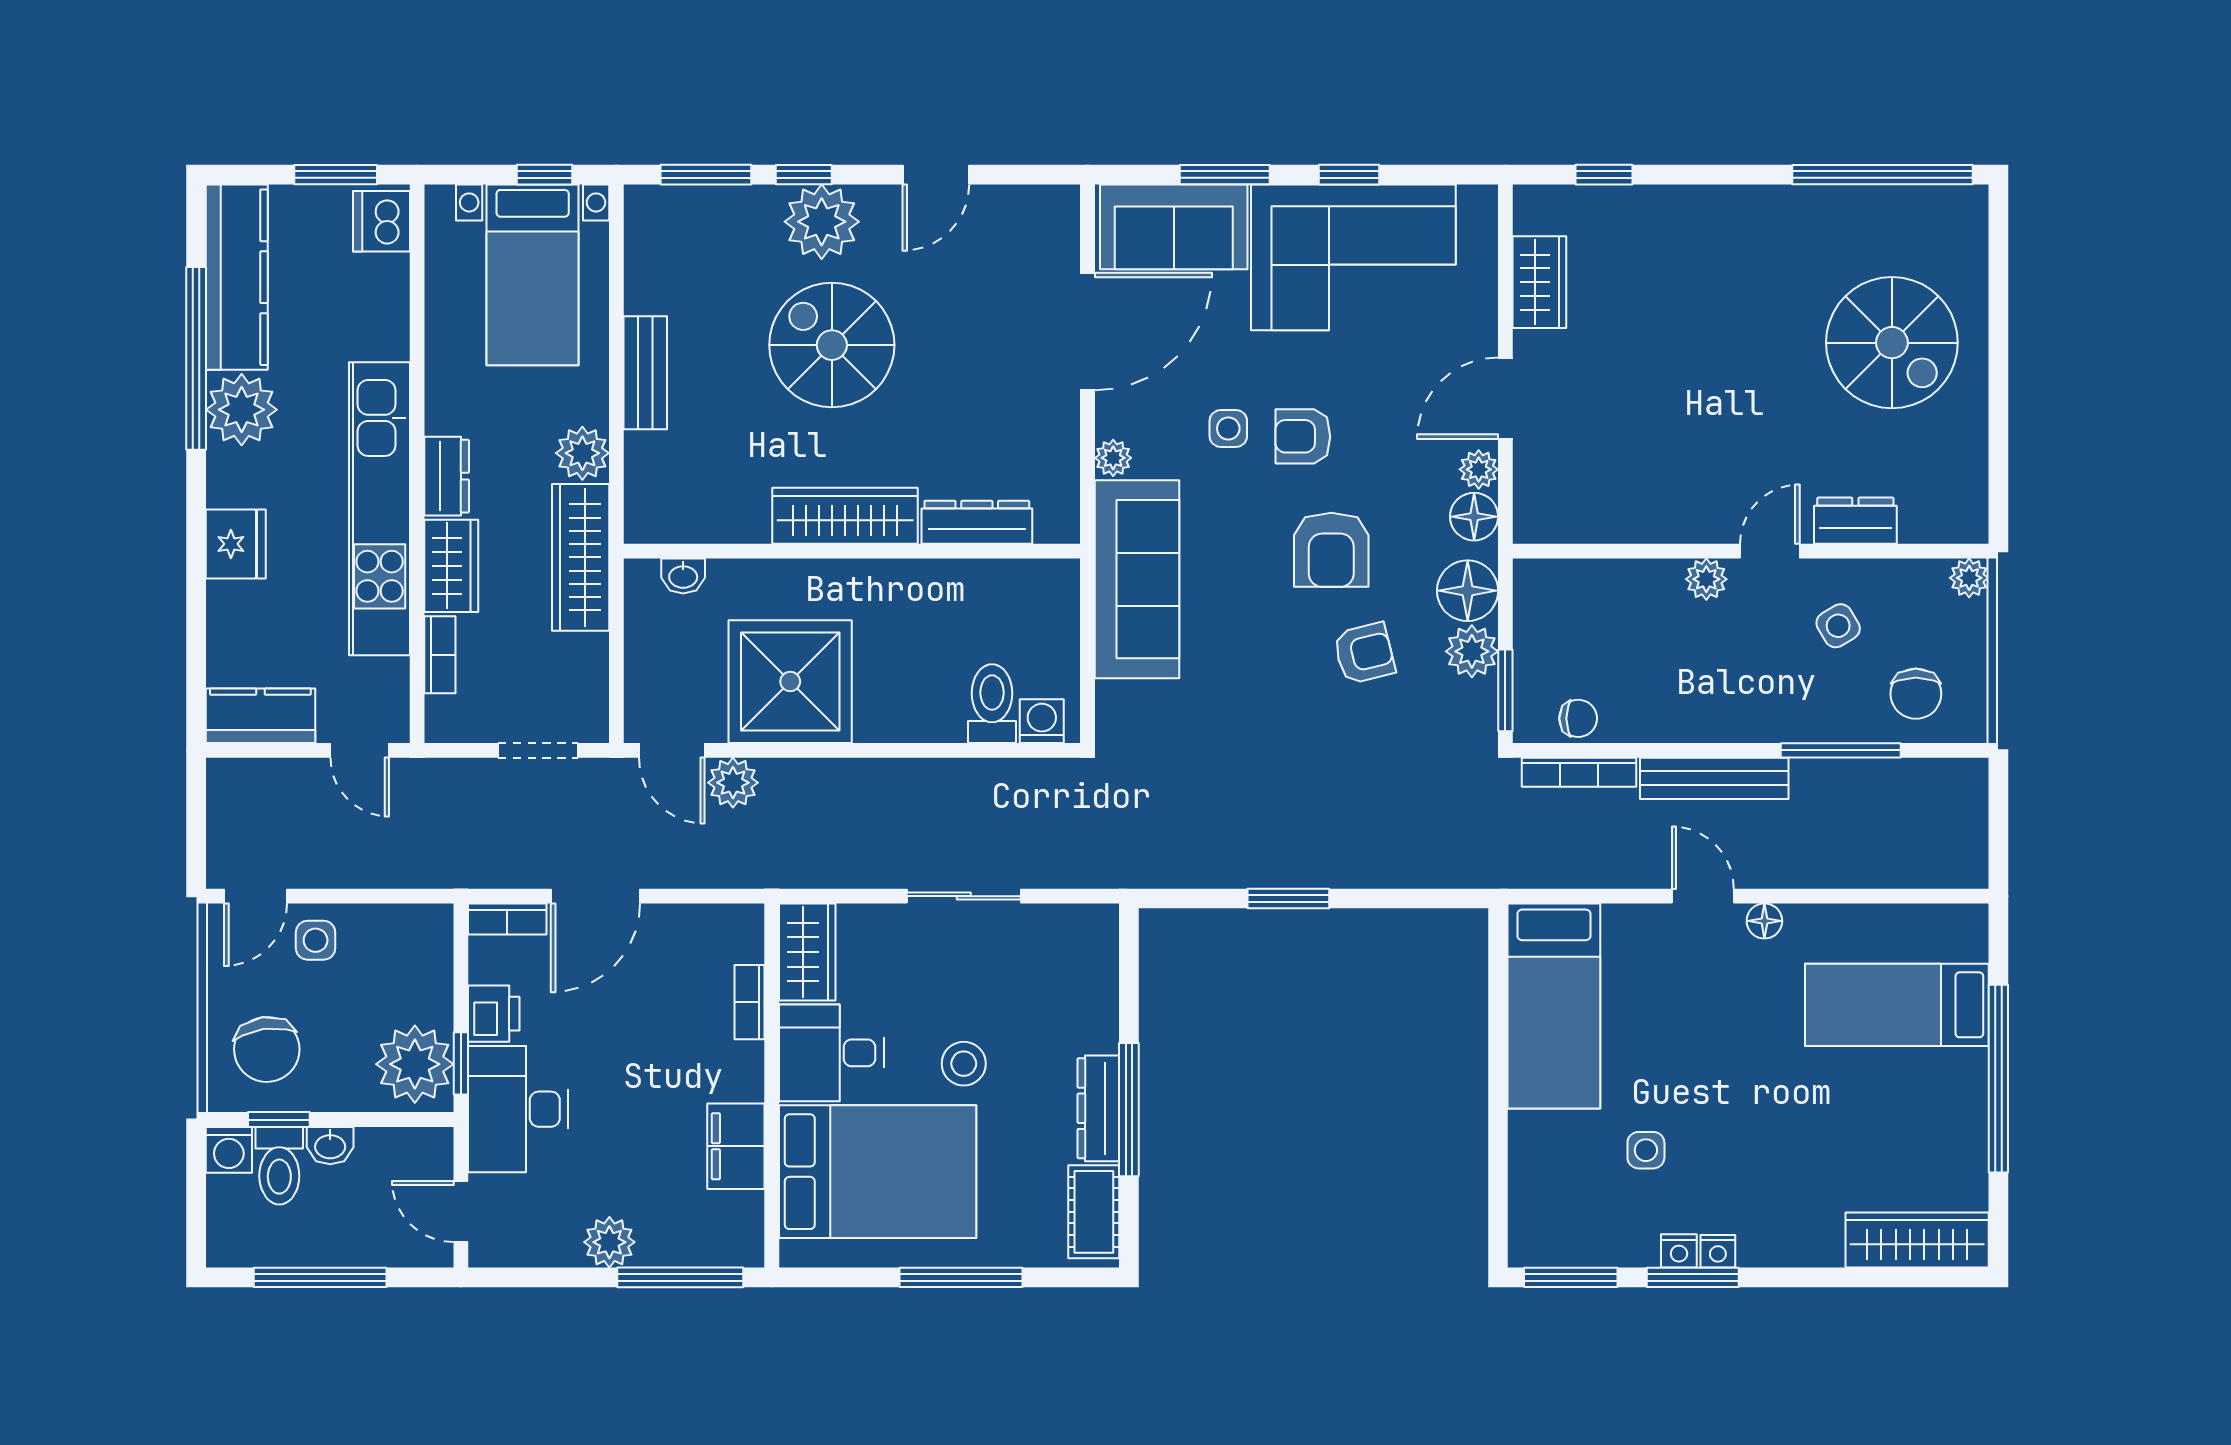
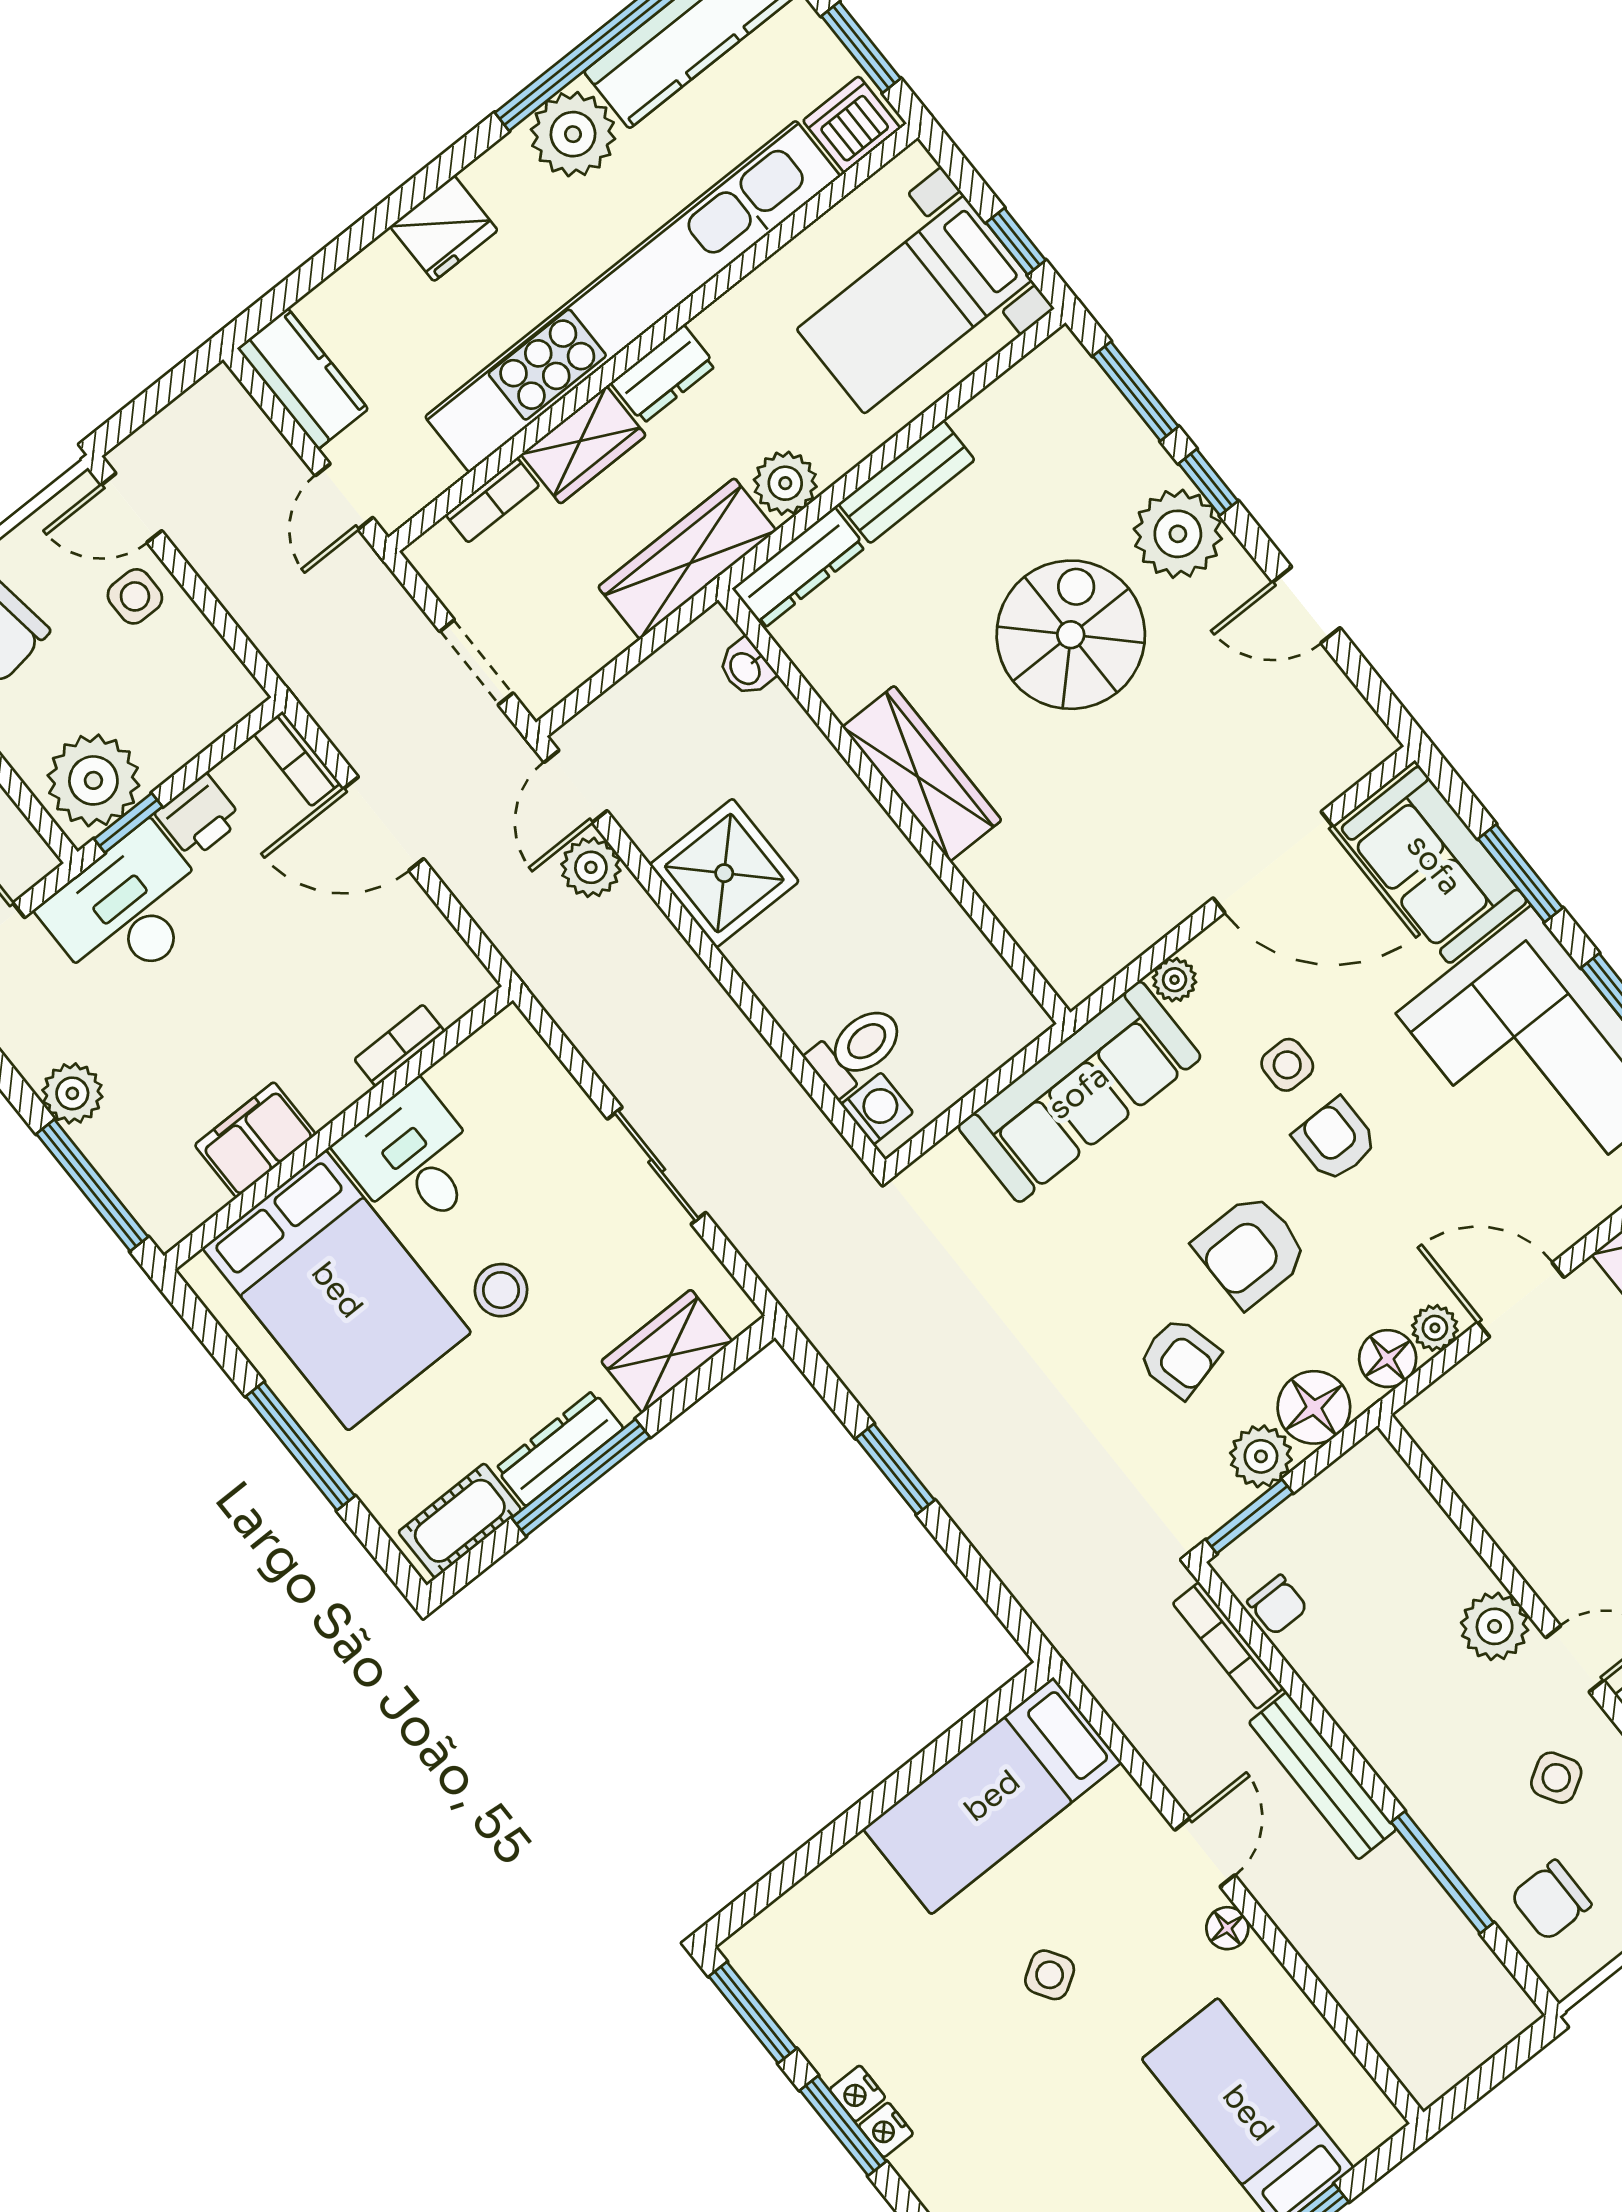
kitchen unit: (380, 509) -> (633, 296), width x1.36
dresser: (977, 522) -> (799, 568), moved, turned 90
plant: (1706, 579) -> (1495, 1626), width x1.38, depth x1.38
shower: (790, 682) -> (724, 873), width x0.73, depth x0.73
wardrobe: (807, 952) -> (667, 1351), moved, turned 180
side table: (1646, 1150) -> (1050, 1975), moved, turned -32

